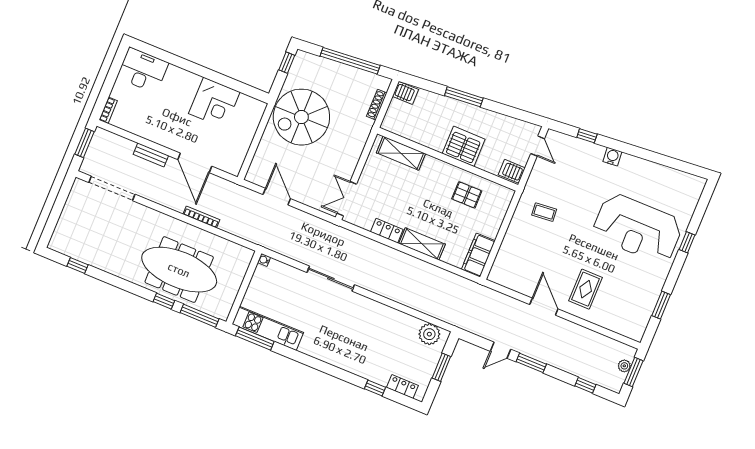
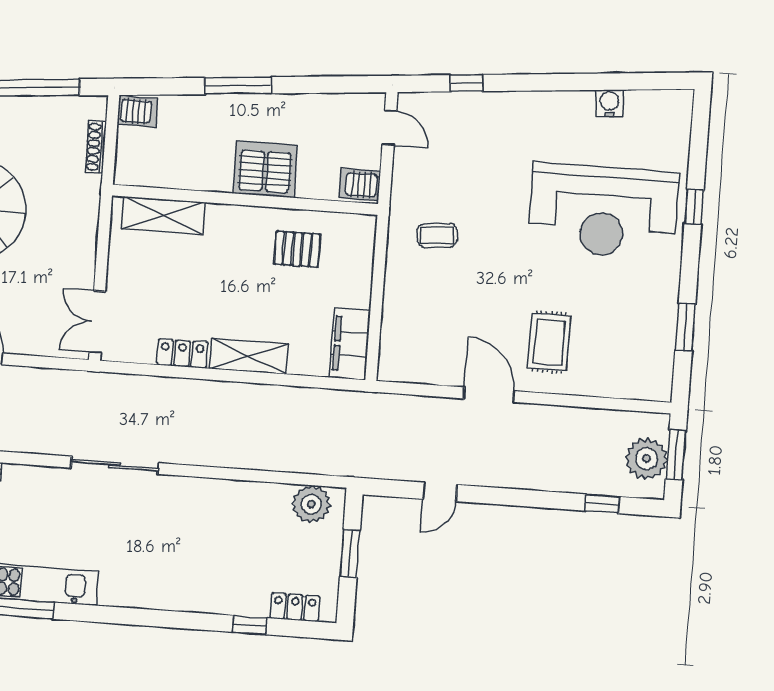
water cooler: (612, 157) -> (609, 103), moved
window: (531, 363) -> (499, 496), removed
plant: (624, 366) -> (647, 459), width x1.87, depth x1.87

